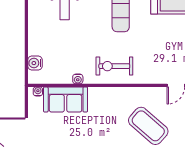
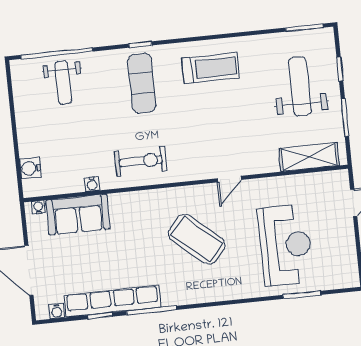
exercise bike: (114, 66) -> (141, 161), turned 180

